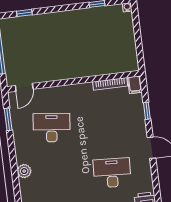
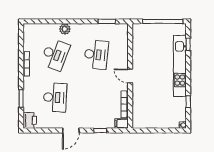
kitchen unit: (53, 20) -> (180, 66), added
door: (24, 87) -> (130, 76), moved
desk: (58, 180) -> (55, 55), added

